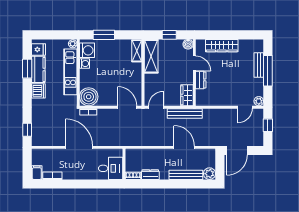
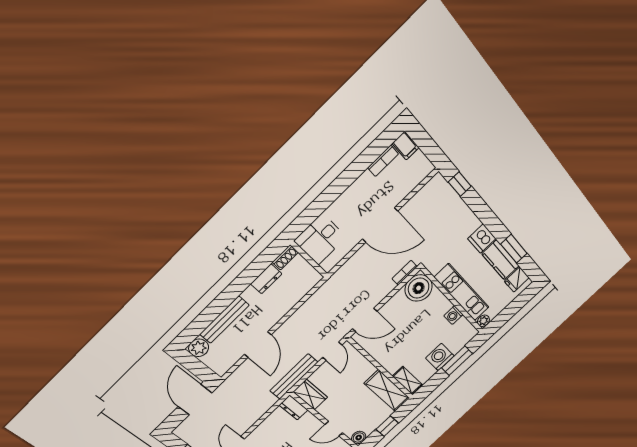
washing machine: (87, 50) -> (440, 357), moved, turned 90
dresser: (201, 80) -> (294, 408), moved
door: (184, 147) -> (258, 345), hinge flipped

